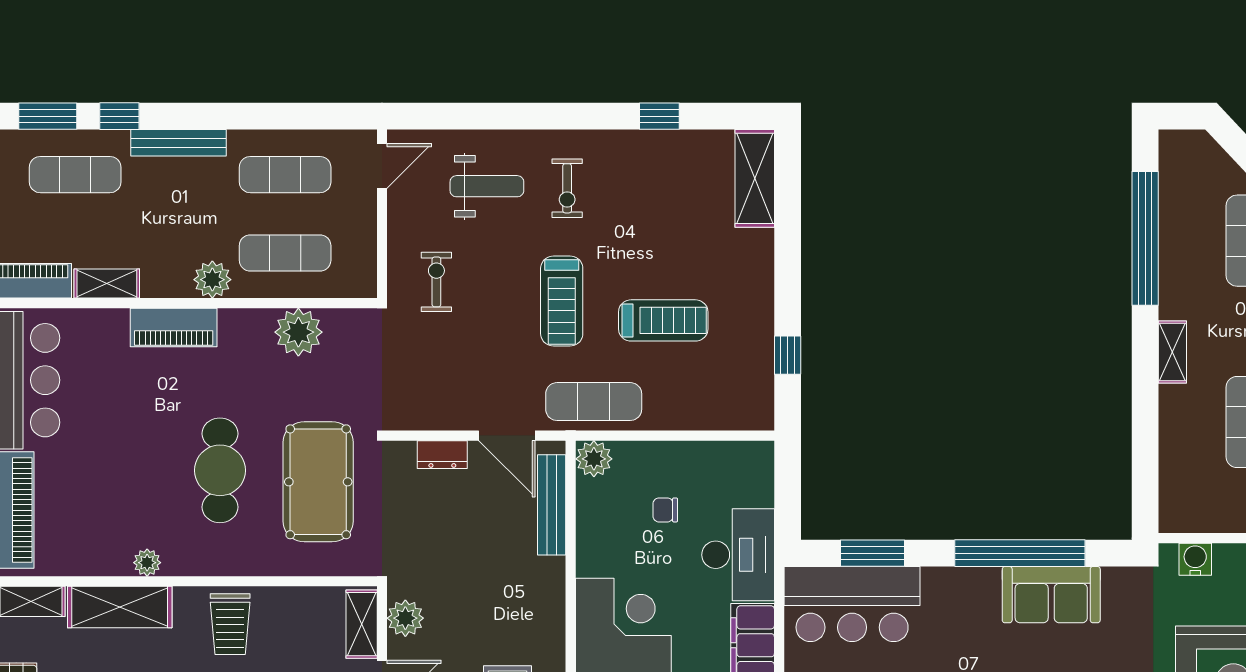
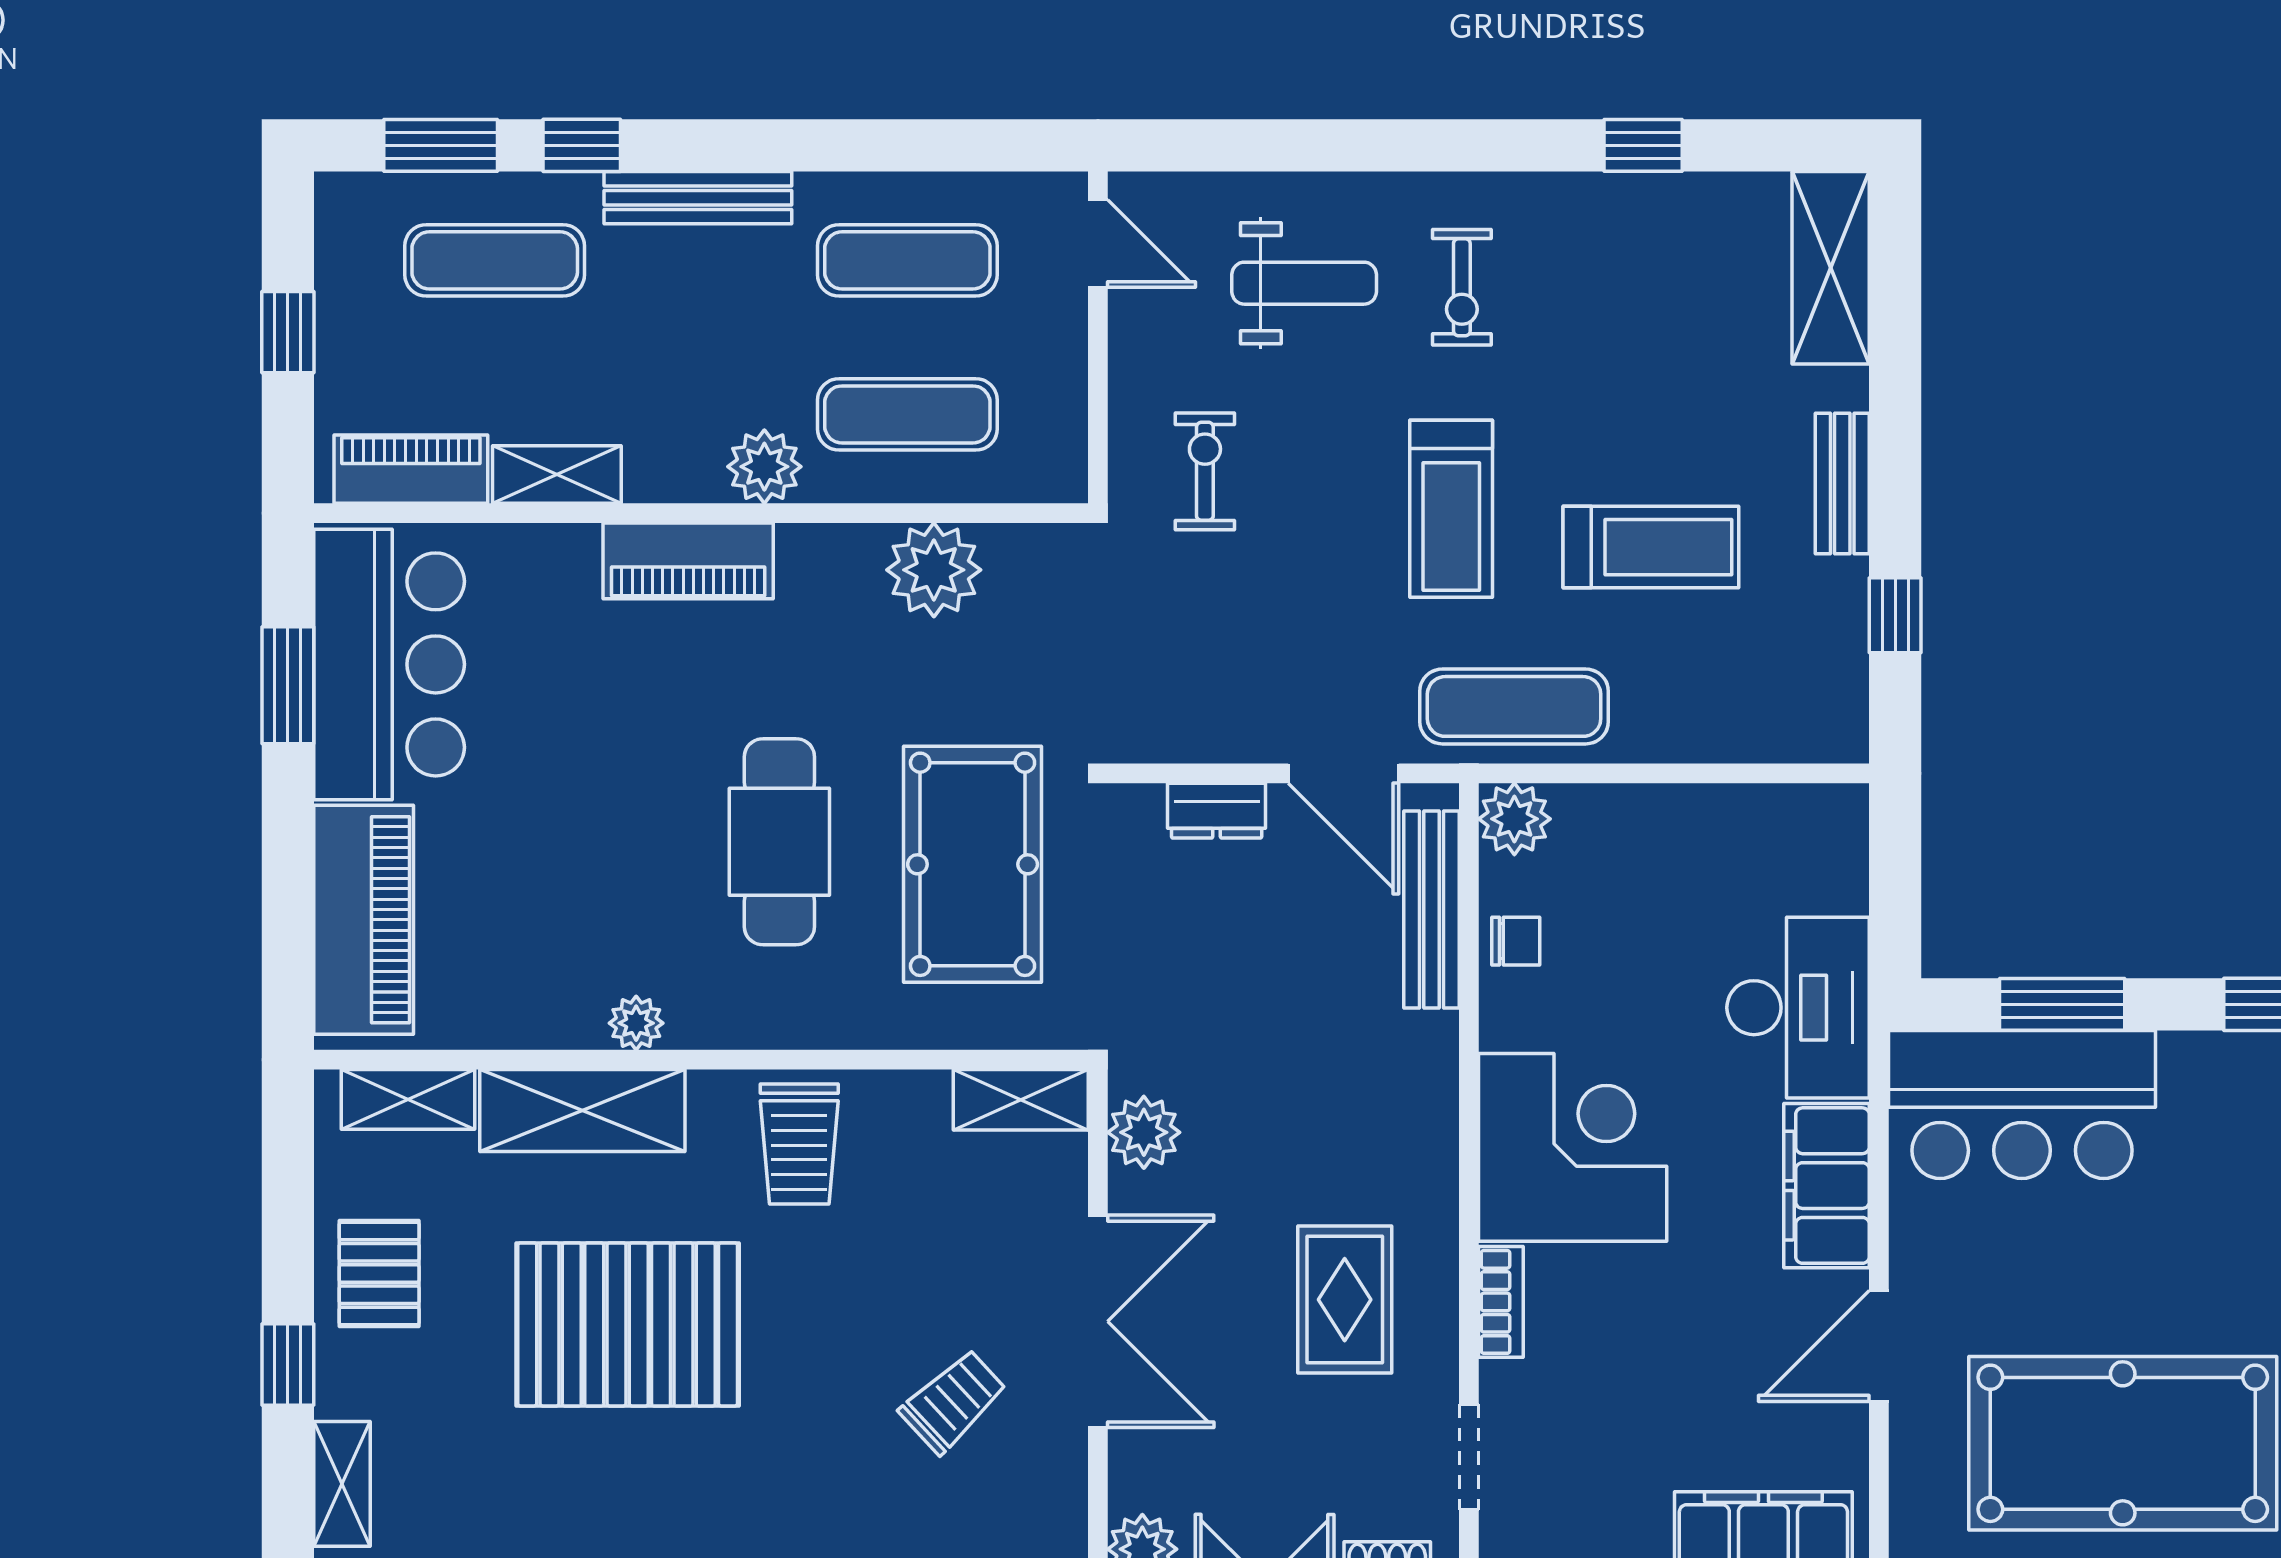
door: (382, 166) -> (1098, 244), hinge flipped
bench: (761, 288) -> (1842, 483), added
chair: (665, 510) -> (1516, 941), moved, turned 180
shelving: (362, 624) -> (1021, 1100), moved, turned 90

